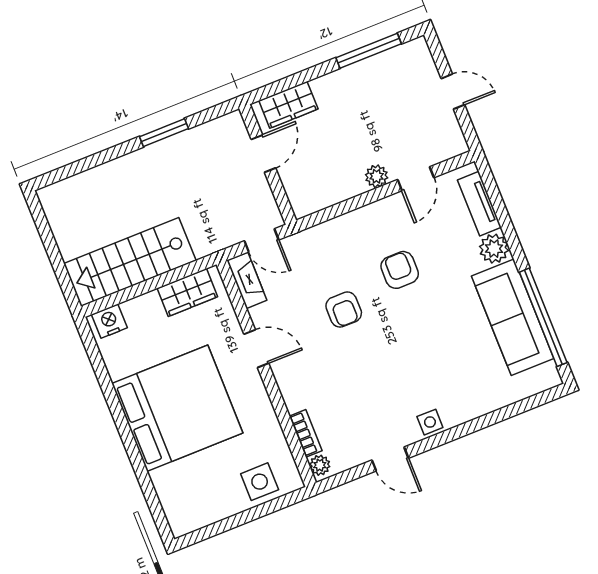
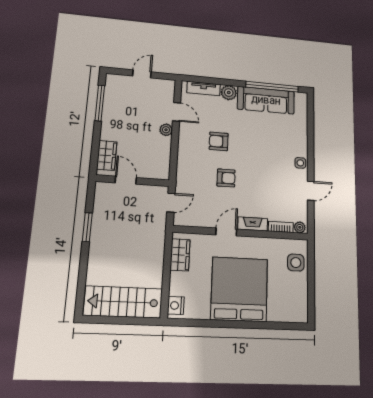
stairs: (130, 262) -> (123, 302), moved, turned 90
fireplace: (247, 280) -> (253, 224), moved

